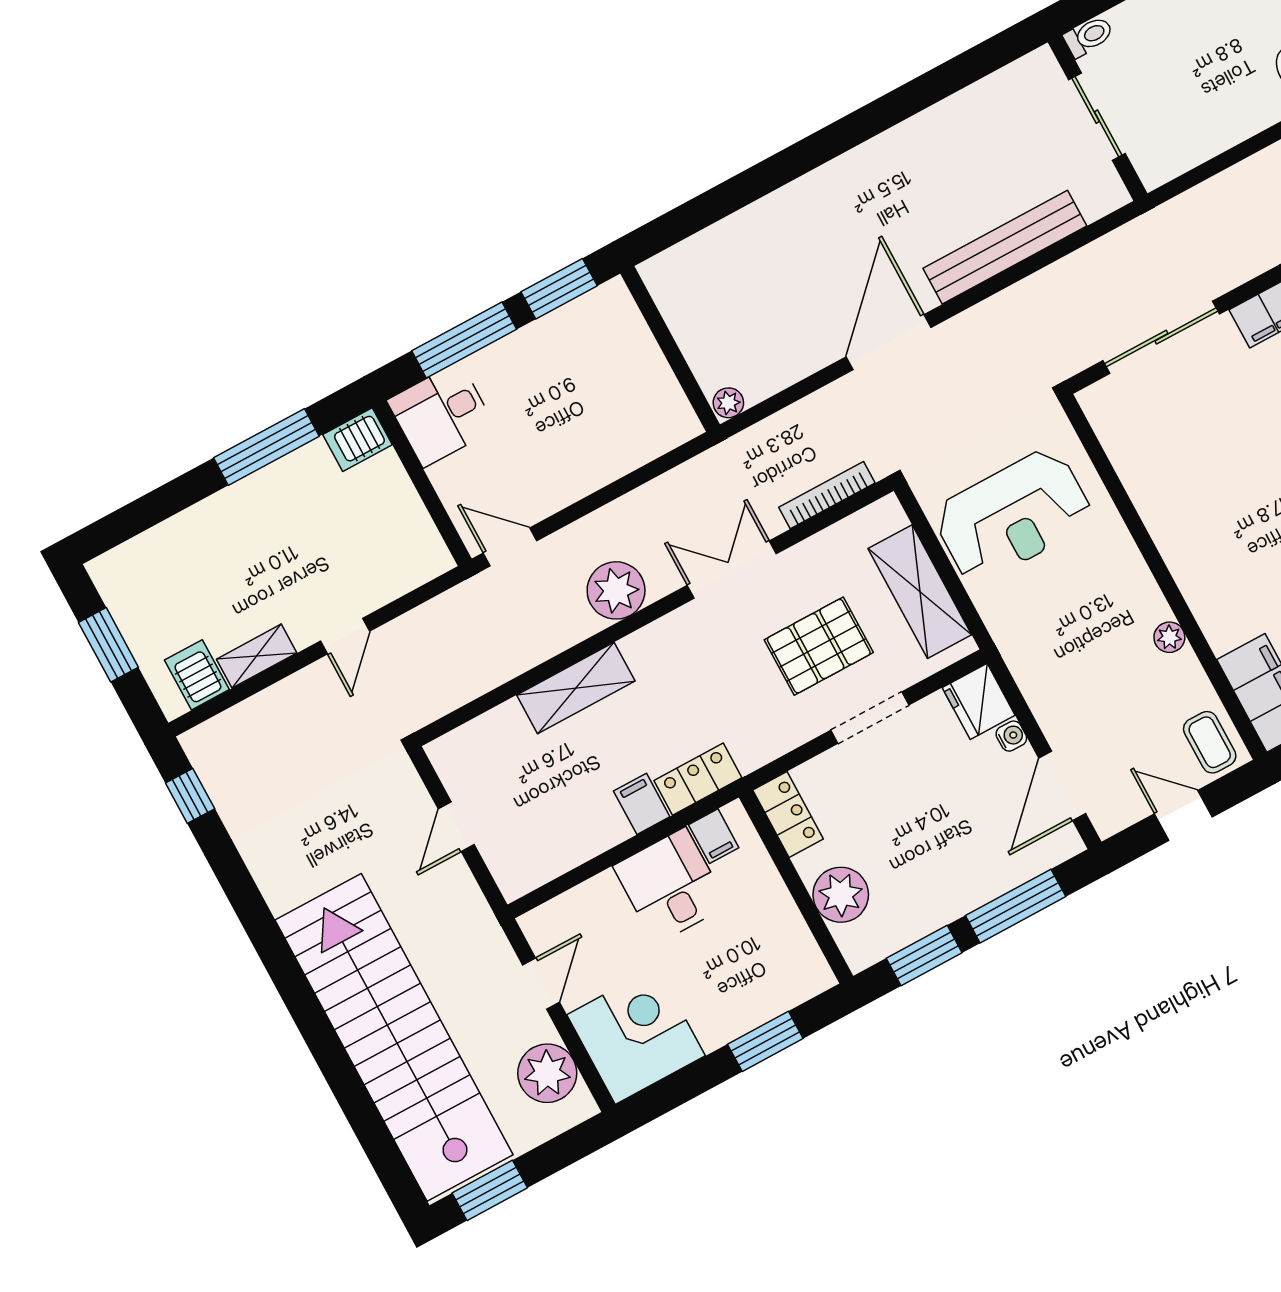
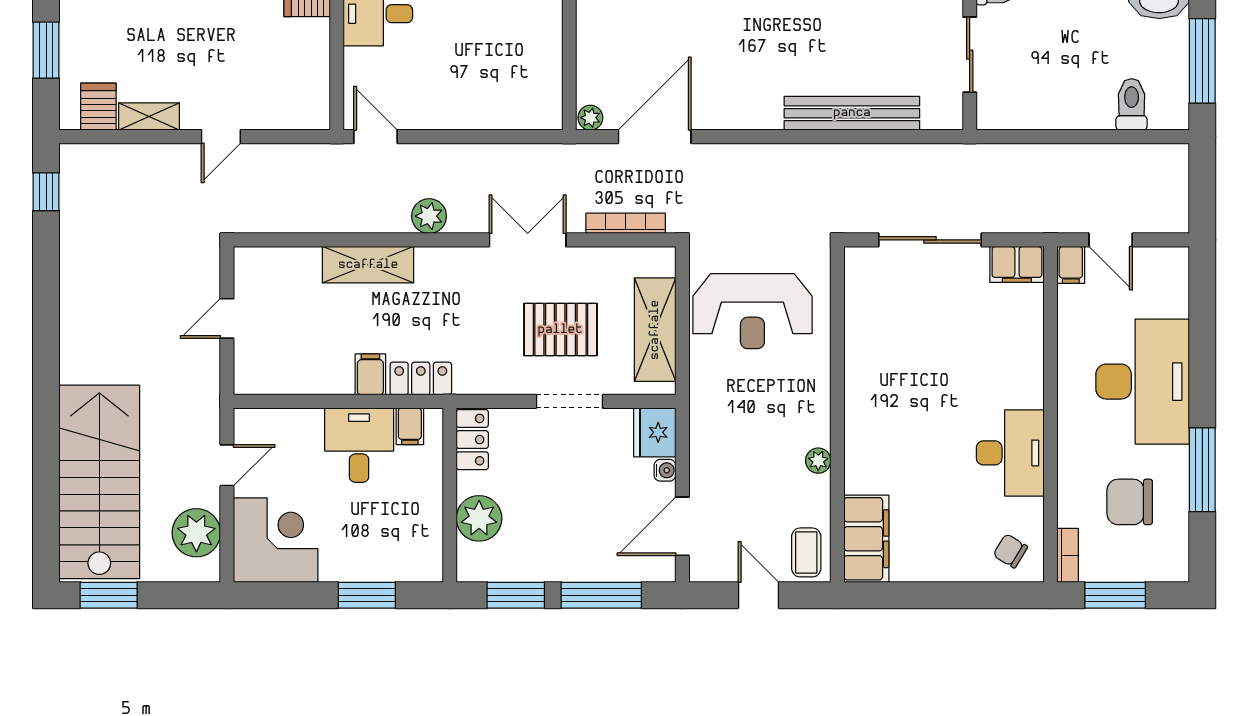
door: (889, 342) -> (655, 137), moved
plant: (616, 590) -> (429, 216), width x0.73, depth x0.73
stairs: (394, 1037) -> (99, 482), width x0.73

